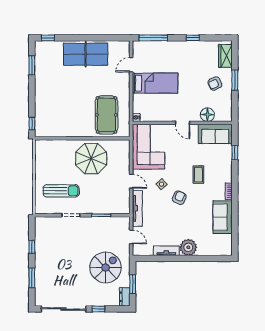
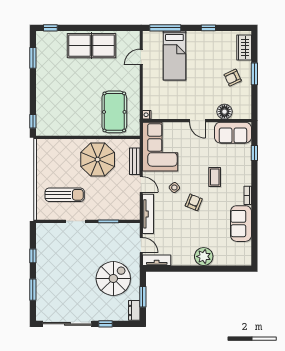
bed: (155, 83) -> (174, 55), moved, turned 90
bench: (125, 160) -> (135, 161), added
tv unit: (166, 251) -> (157, 260), moved

